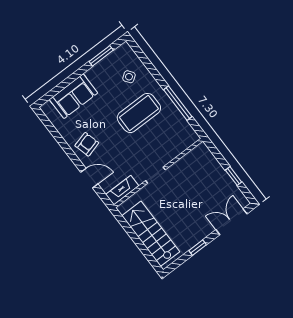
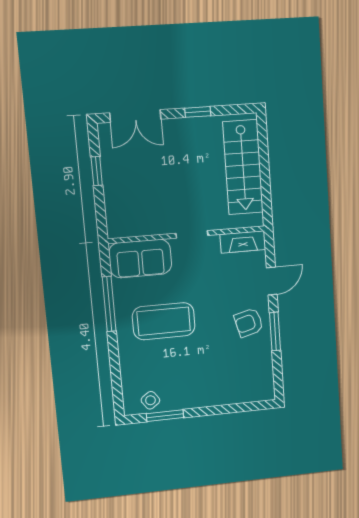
side table: (129, 77) -> (150, 400), moved
sofa: (73, 96) -> (140, 258), moved, turned 180
window: (67, 149) -> (275, 332), added
door: (89, 178) -> (272, 281), swing flipped

